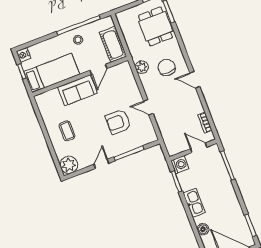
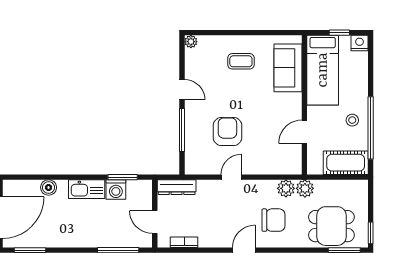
cot: (113, 44) -> (346, 163), moved
plant: (137, 54) -> (305, 188), added
door: (98, 69) -> (304, 132), hinge flipped
sofa: (77, 90) -> (288, 68), moved
dresser: (169, 142) -> (177, 187), added
door: (199, 148) -> (155, 222), swing flipped
plant: (69, 165) -> (191, 42), width x0.53, depth x0.53
washing machine: (180, 165) -> (116, 189), moved

